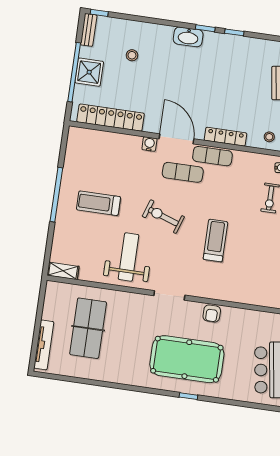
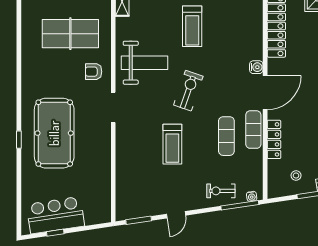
stool: (269, 137) -> (296, 176), moved
exercise mat: (183, 172) -> (226, 136), moved
treadmill: (98, 203) -> (192, 26), turned 180
treadmill: (215, 241) -> (172, 144), turned 90
armchair: (212, 313) -> (94, 72), moved

